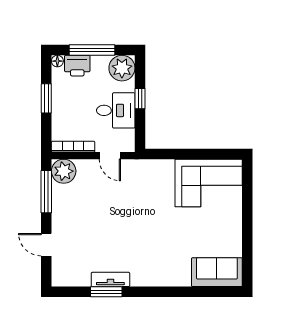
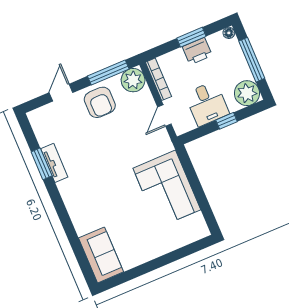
printer: (77, 66) -> (197, 51), moved, turned -90
corner sofa: (209, 183) -> (167, 189), moved
armchair: (71, 212) -> (100, 102), added

